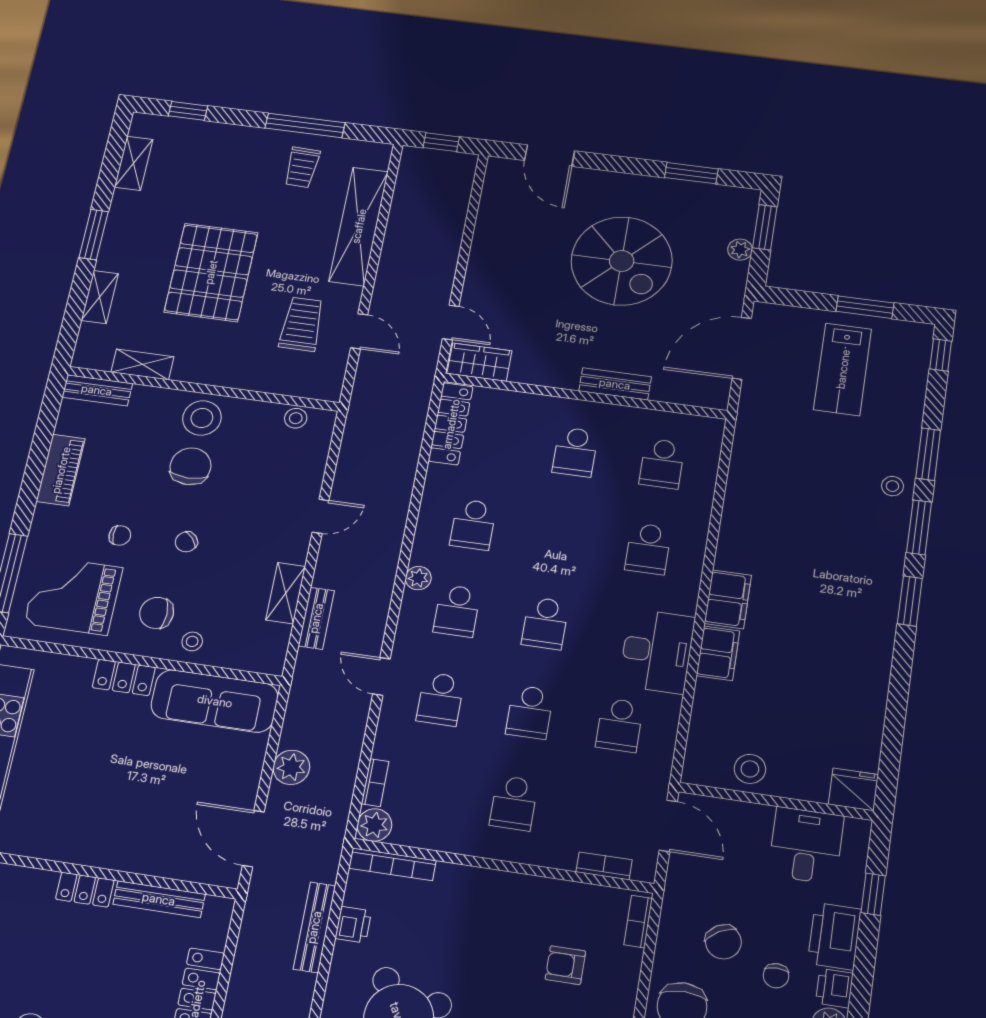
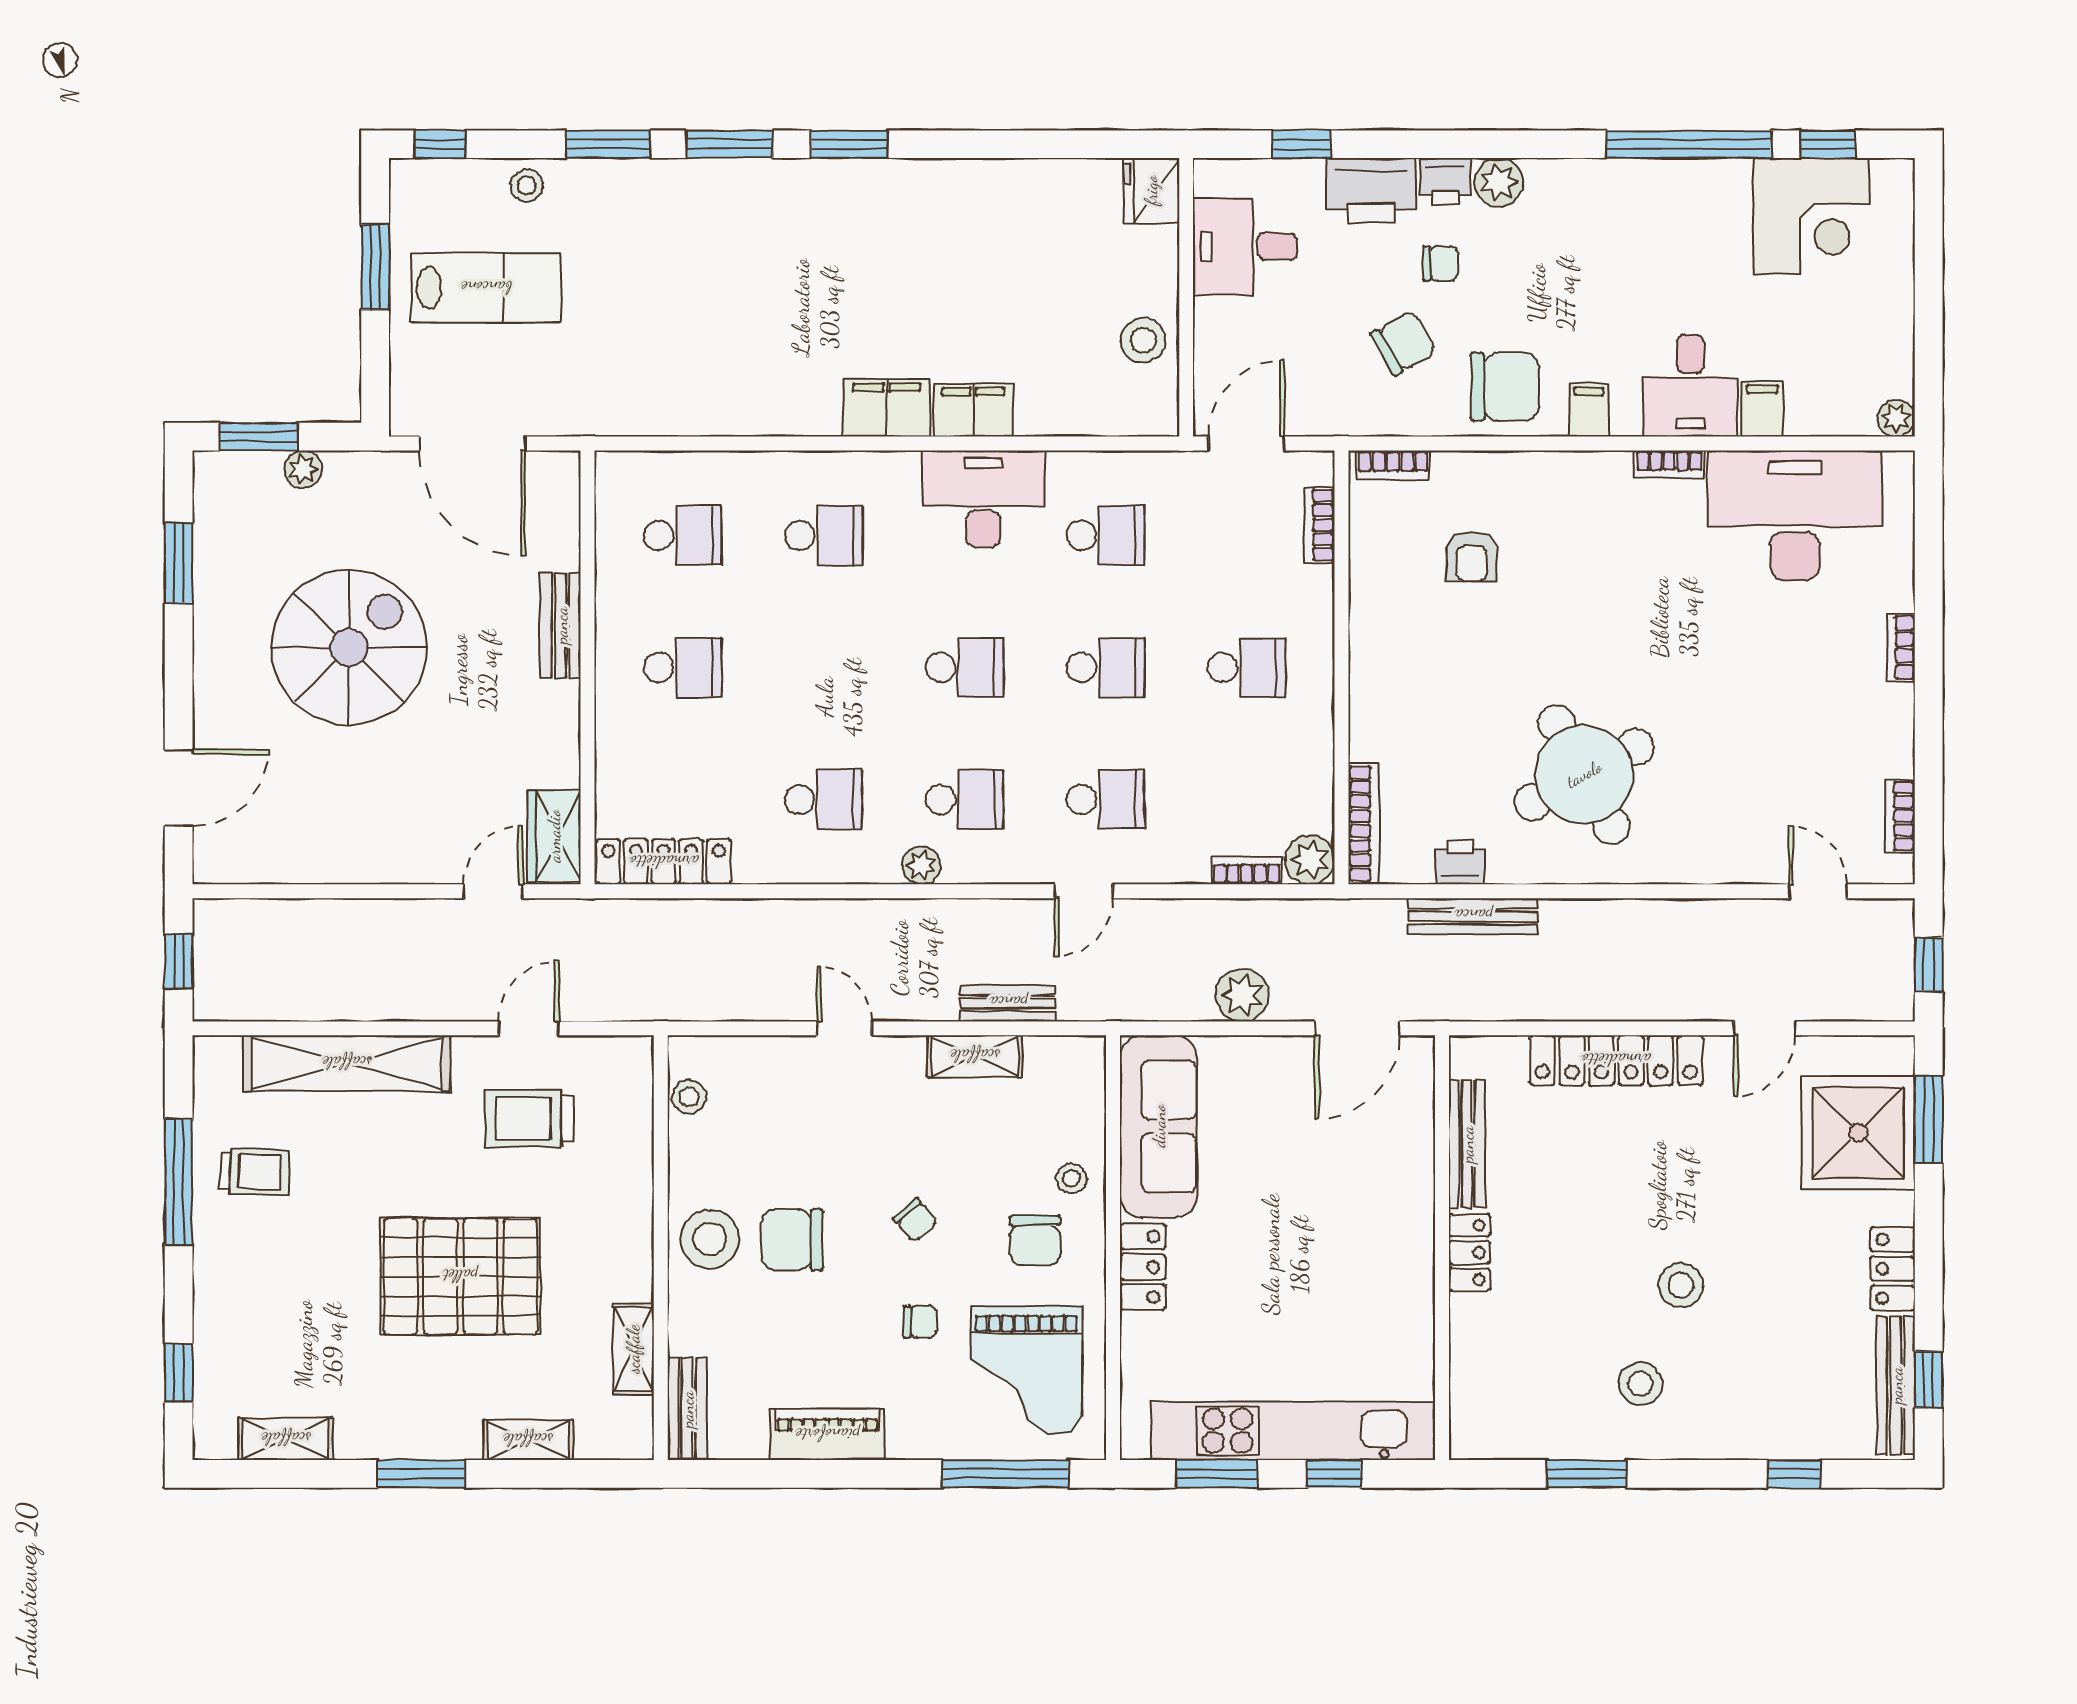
stool: (892, 486) -> (527, 185), moved
chair: (120, 535) -> (920, 1322), turned 90

